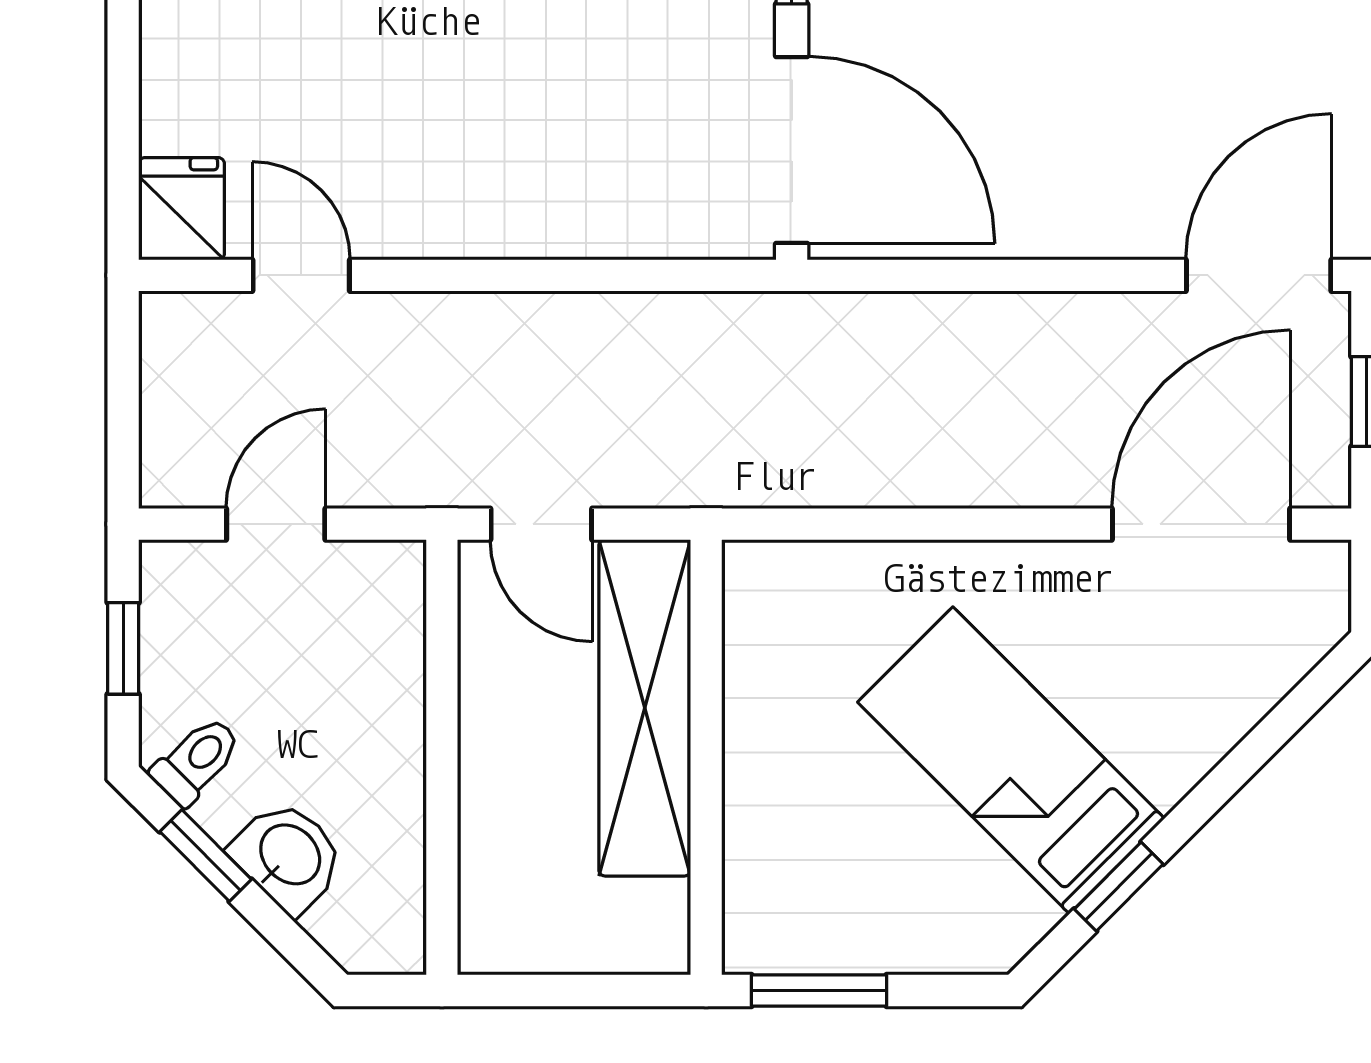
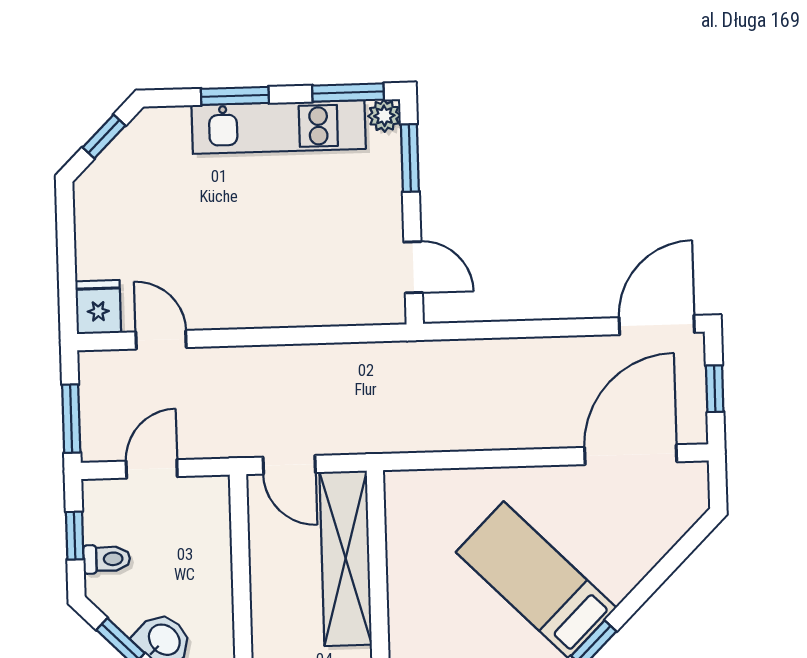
door: (792, 150) -> (413, 267), width x0.53
window: (123, 422) -> (71, 419), added
toilet: (196, 761) -> (107, 559), moved, turned 45

